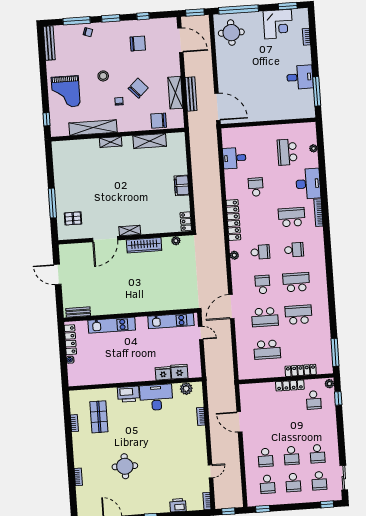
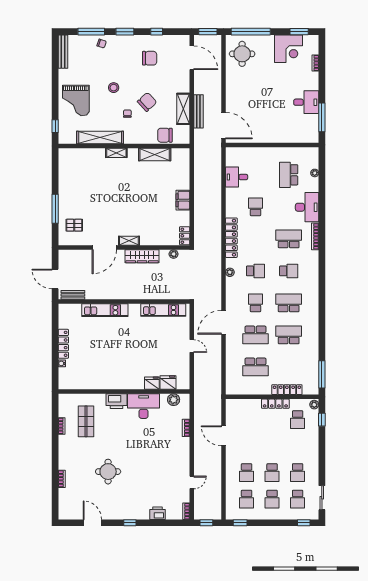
bench: (78, 312) -> (73, 295), moved
wall: (130, 315) -> (124, 302), moved
kitchen unit: (171, 321) -> (163, 310), moved
kitchen unit: (112, 325) -> (105, 310), moved

